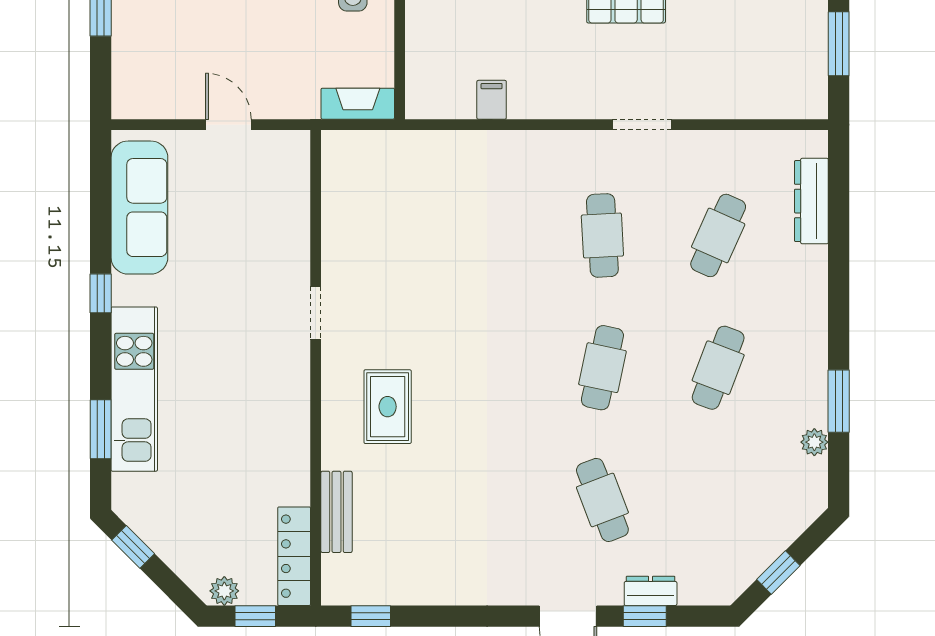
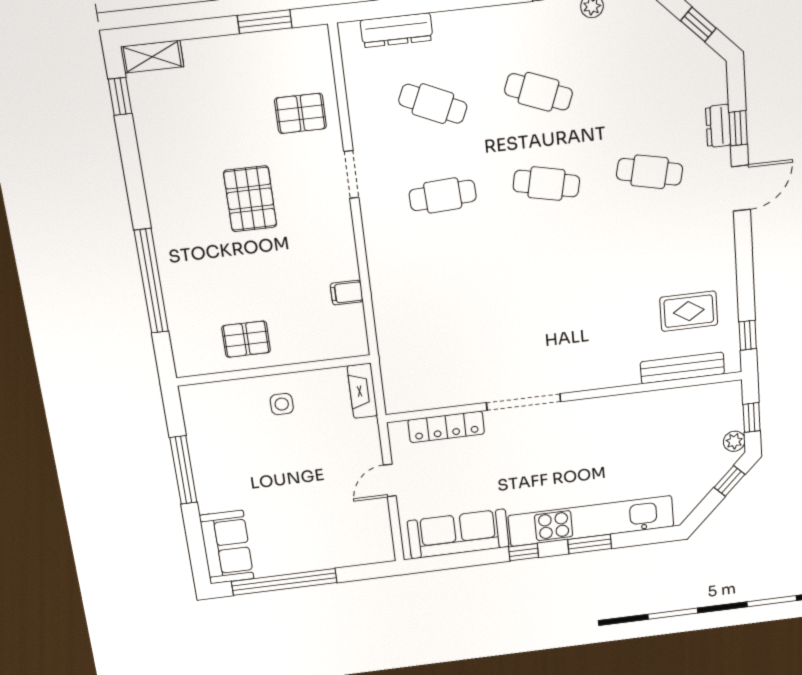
pallet: (724, 72) -> (300, 113), added
doorway: (316, 313) -> (524, 402), width x1.88
kitchen unit: (134, 389) -> (591, 521), width x1.36
rug: (388, 407) -> (689, 311), moved
window: (101, 429) -> (590, 544), moved
cafe table: (602, 500) -> (650, 172), turned 33
bench: (337, 512) -> (682, 368), width x1.36
window: (133, 547) -> (730, 481), moved
locker: (294, 556) -> (446, 427), moved

